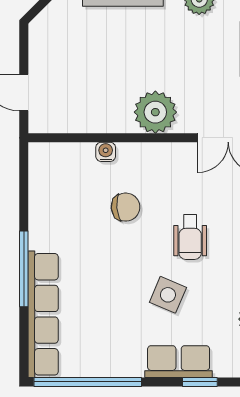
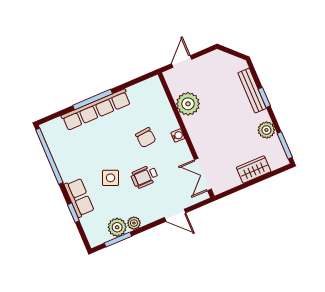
plant: (155, 112) -> (188, 104), moved
water cooler: (106, 152) -> (178, 136), moved
row of seats: (43, 314) -> (96, 110), moved

